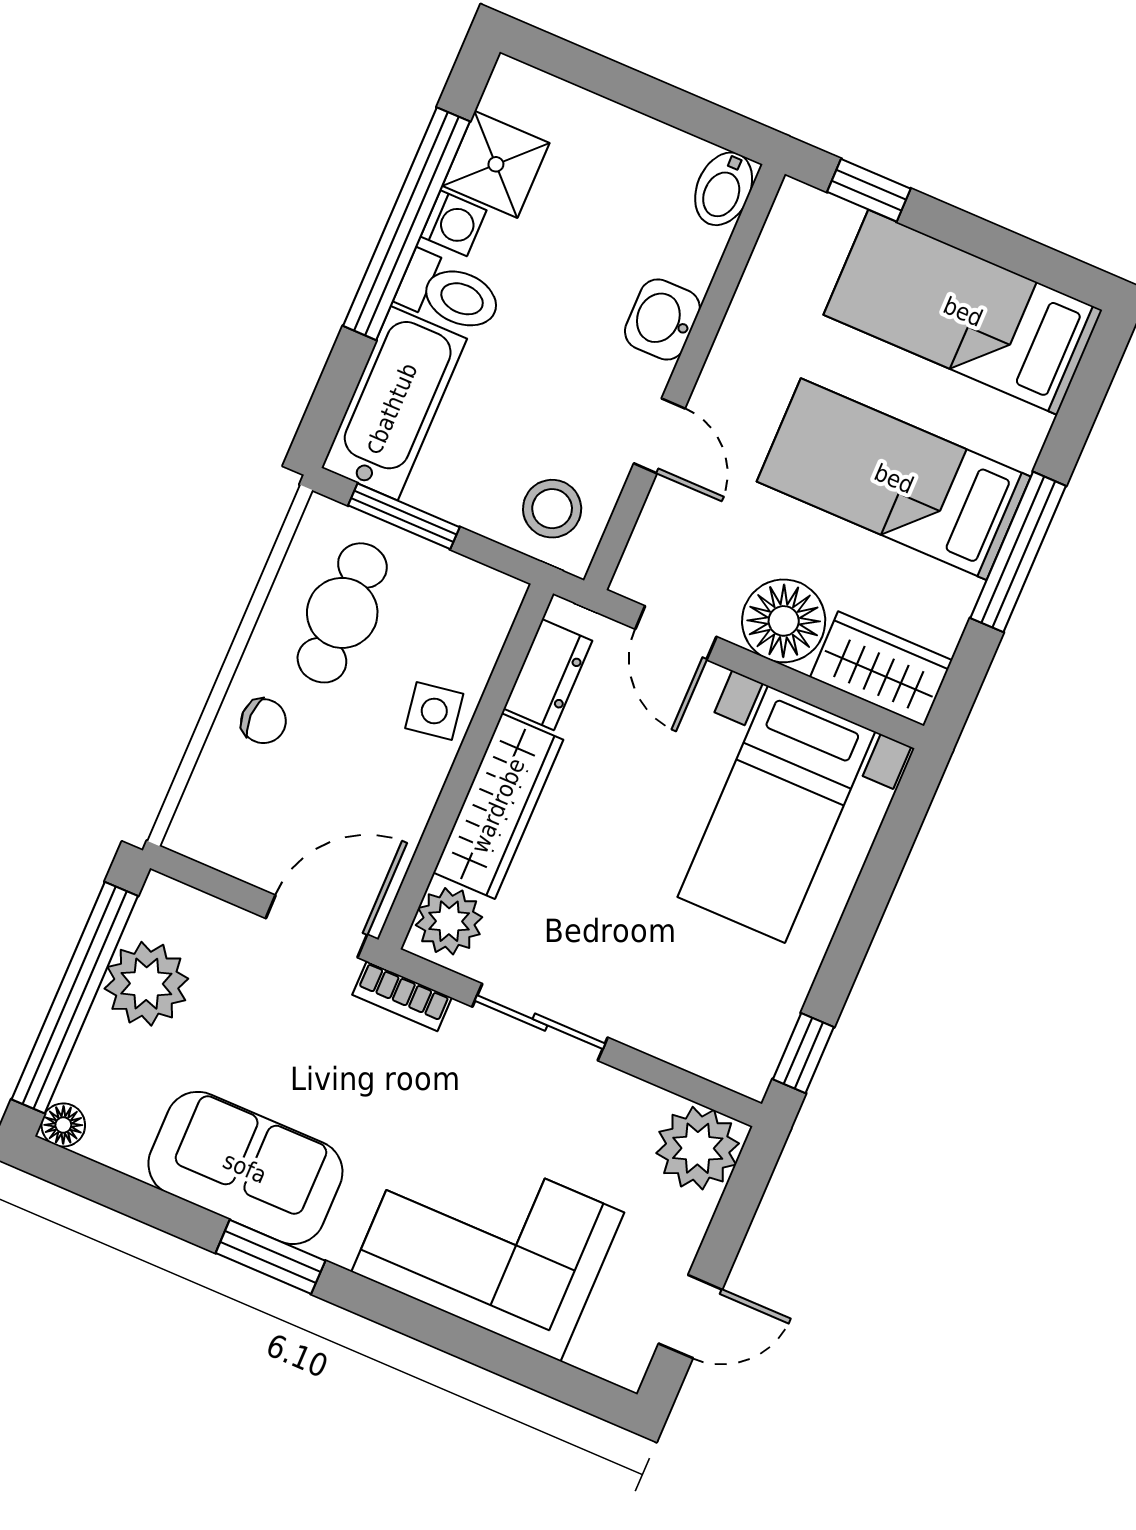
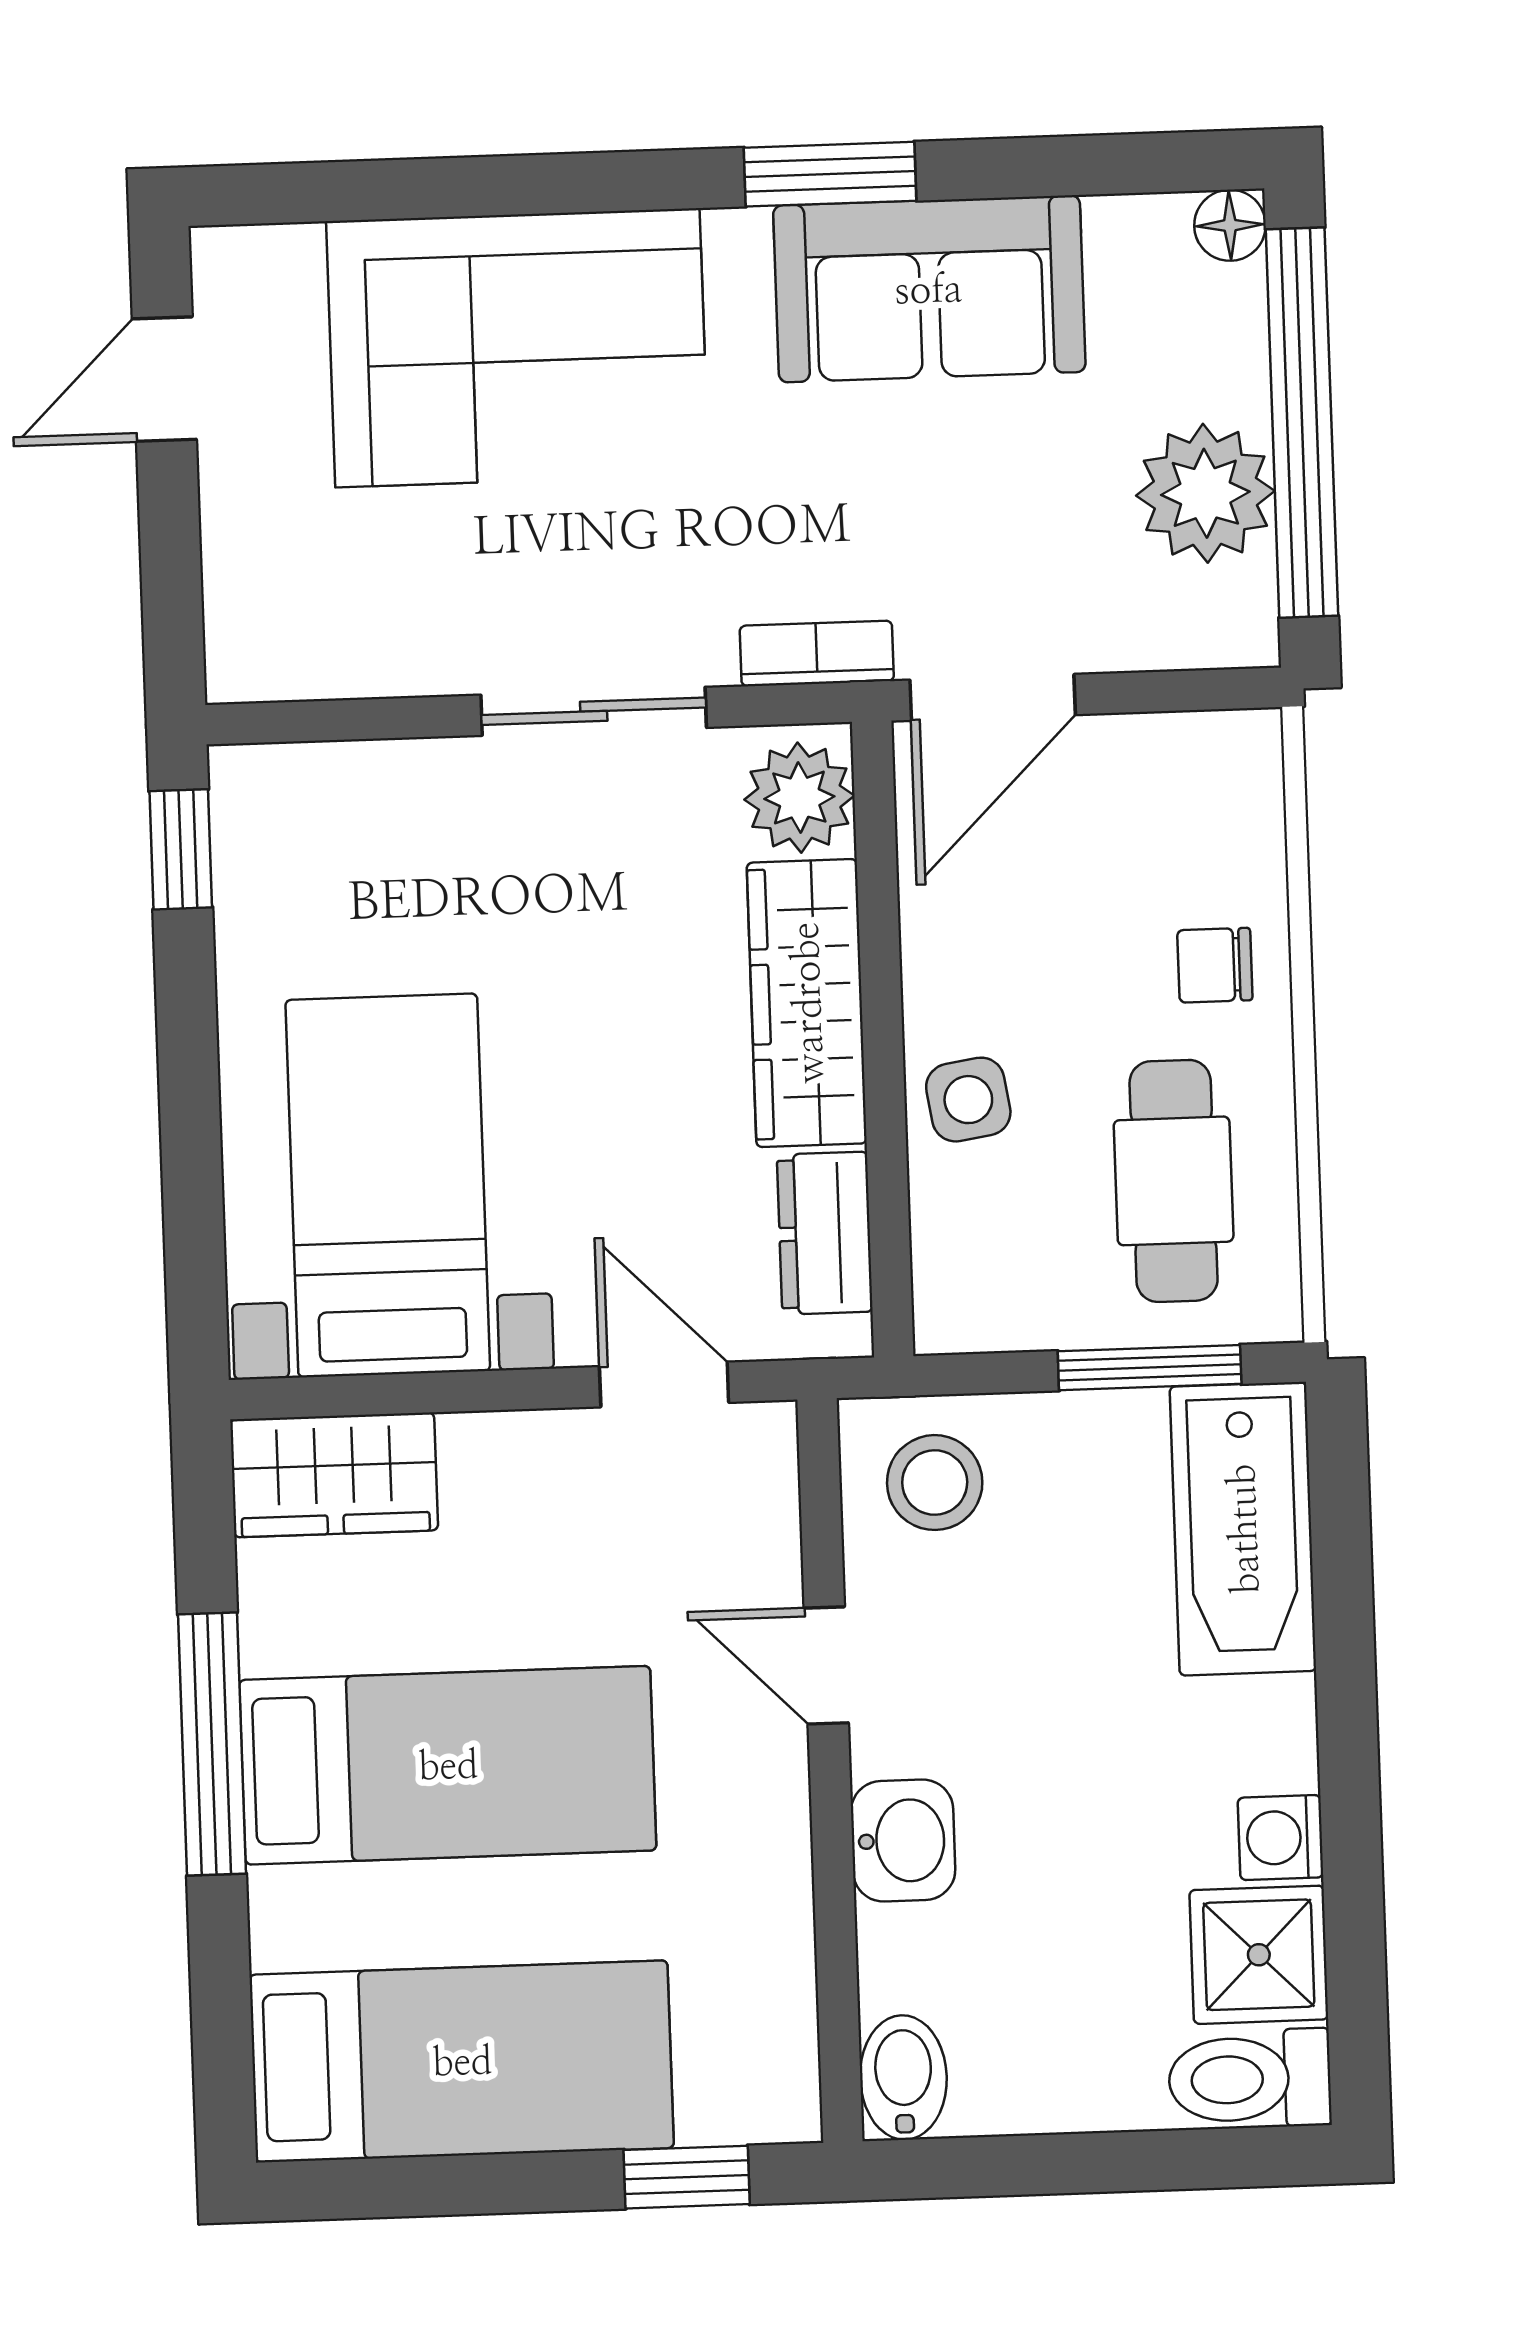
window: (407, 224) -> (1350, 1804), removed
toilet: (449, 293) -> (1250, 2079), moved
floor lamp: (784, 621) -> (512, 1478), removed
plant: (698, 1148) -> (271, 634), removed

